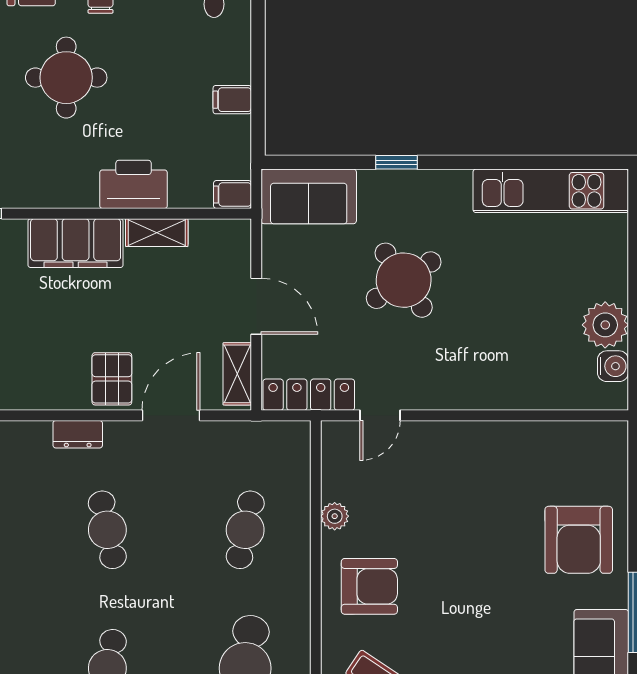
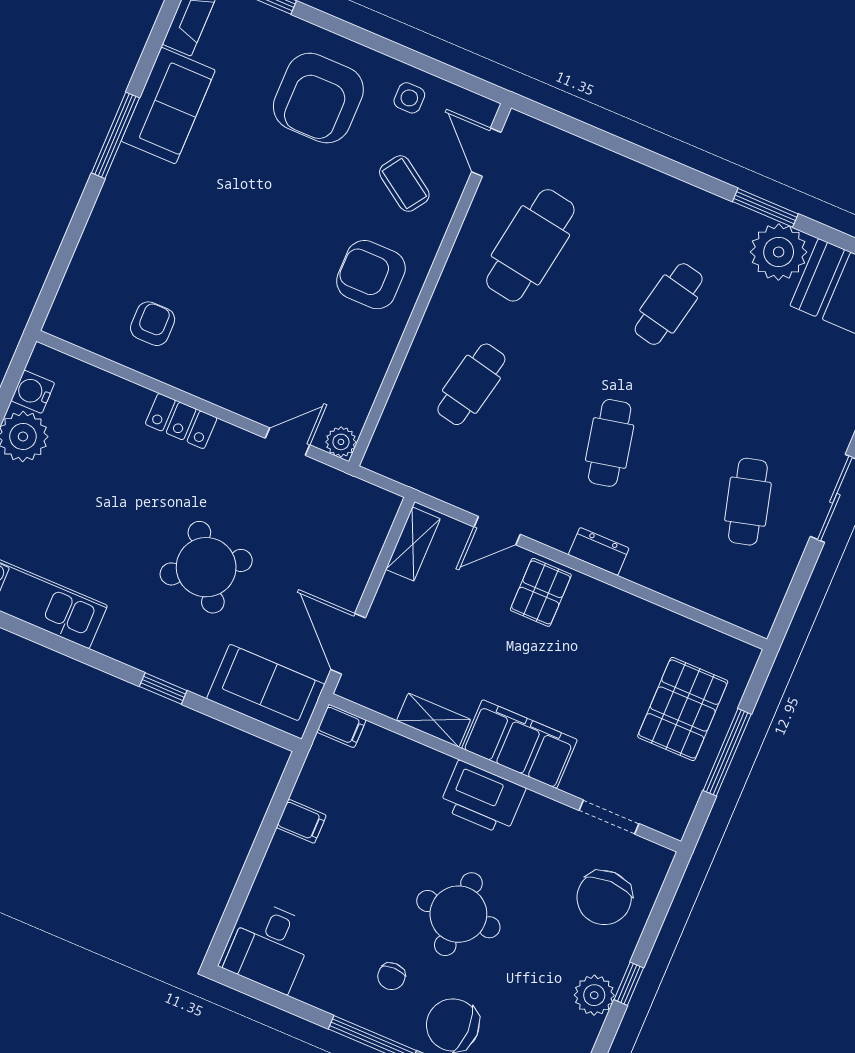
printer: (134, 184) -> (482, 798), moved
door: (256, 306) -> (348, 644), moved
locker: (309, 395) -> (181, 421), moved, width x0.66
door: (171, 415) -> (497, 531), width x0.73
plant: (335, 516) -> (341, 442), moved
armchair: (579, 540) -> (153, 324), moved, width x0.53, depth x0.53

